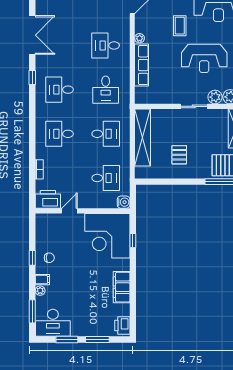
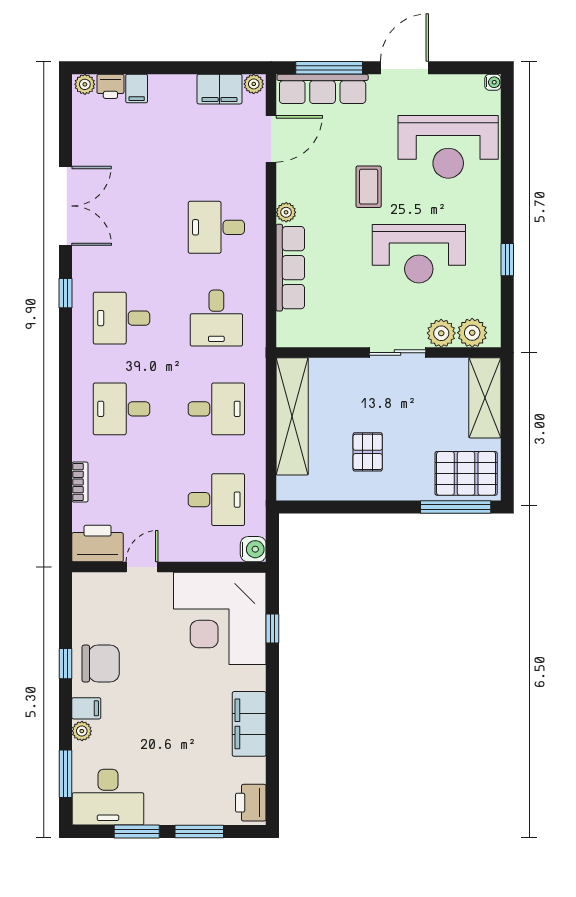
chair: (49, 258) -> (101, 664), width x1.87, depth x1.87

